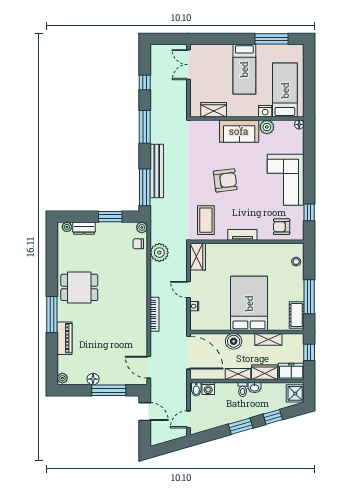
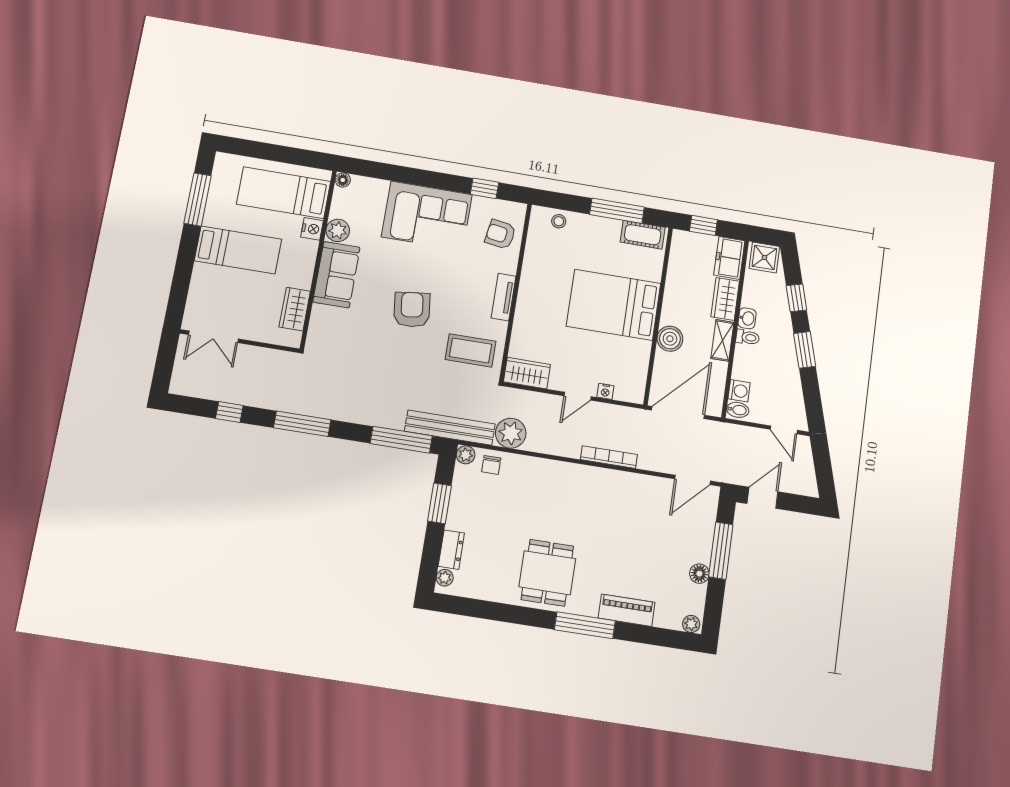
bench: (157, 171) -> (450, 428), moved
armchair: (282, 227) -> (500, 234), turned 99
shelving: (268, 339) -> (674, 284), removed

